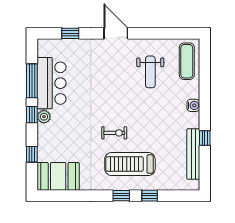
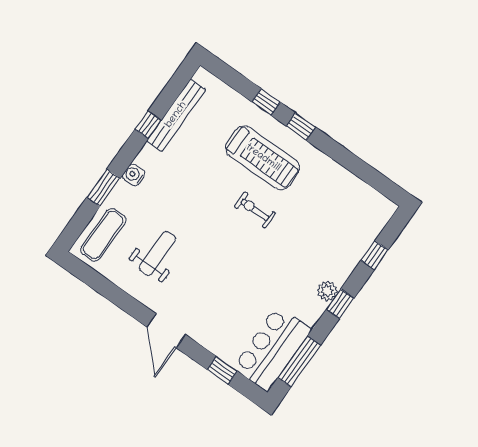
window: (32, 81) -> (299, 361), moved
bar counter: (51, 83) -> (272, 349), moved
window: (205, 87) -> (103, 188), added
booth: (58, 176) -> (362, 205), removed

